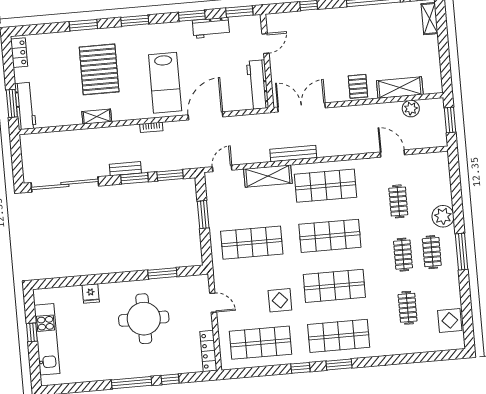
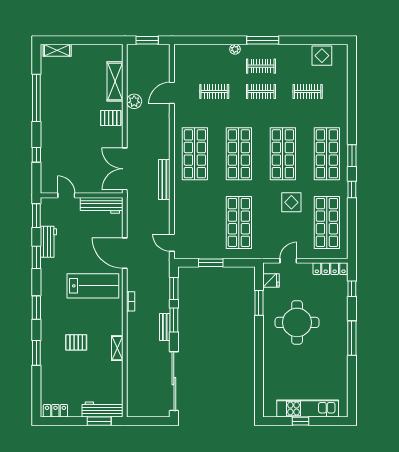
pallet: (99, 69) -> (76, 342), width x0.49, depth x0.50
plant: (411, 109) -> (134, 101), moved
shelving: (268, 176) -> (182, 203), removed
plant: (443, 216) -> (235, 49), width x0.53, depth x0.53
fridge: (91, 293) -> (271, 280), moved
window: (170, 379) -> (352, 289), moved

